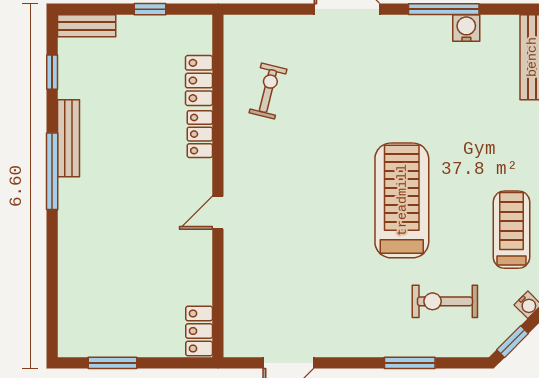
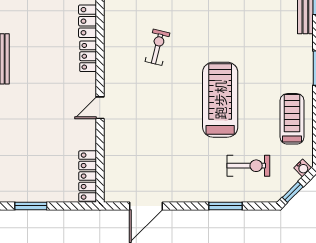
exercise bike: (268, 91) -> (157, 47), moved
exercise bike: (445, 301) -> (248, 166), turned 180
locker: (199, 331) -> (88, 176), width x1.53

